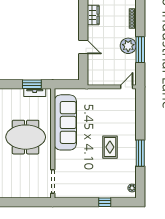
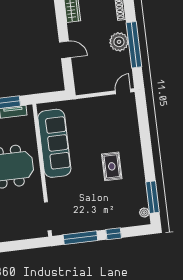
window: (140, 50) -> (134, 45), width x1.46
window: (140, 153) -> (152, 197), moved
window: (77, 202) -> (80, 238), added

